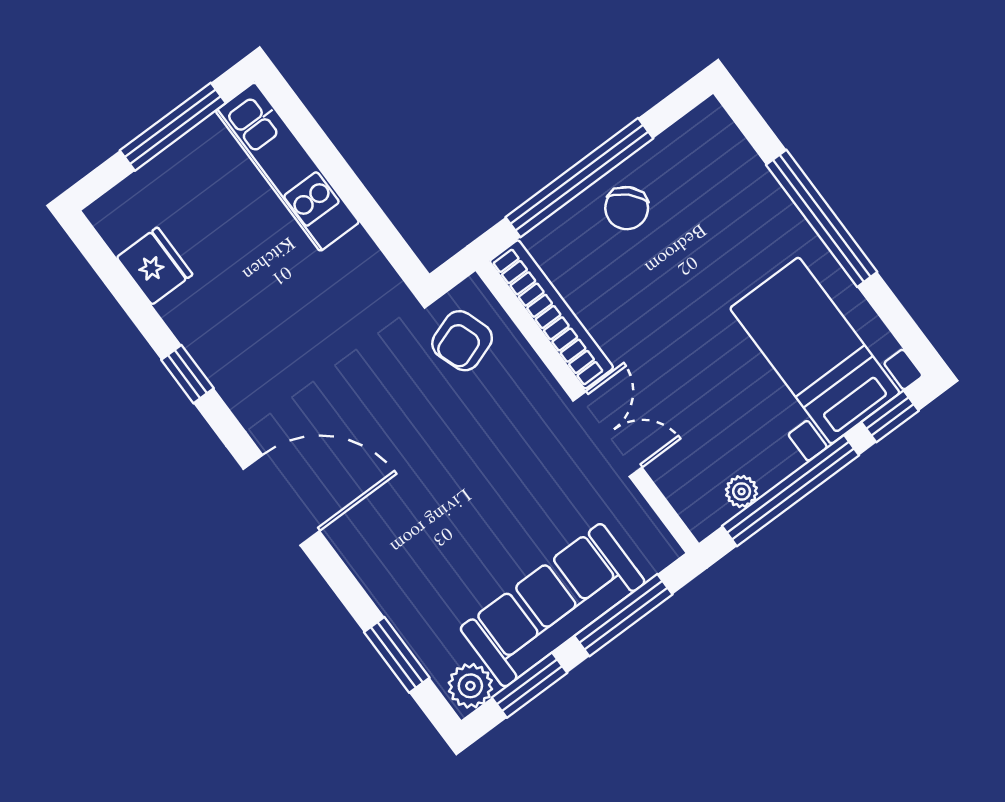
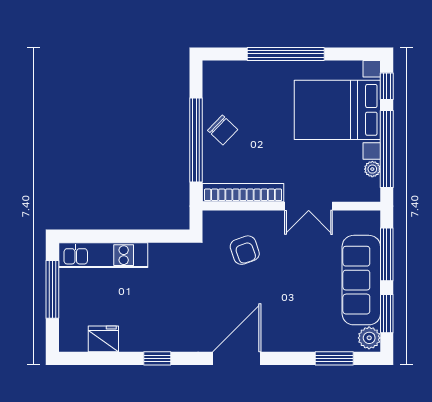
armchair: (462, 341) -> (245, 250), moved
bed with nightstands: (815, 351) -> (337, 110), width x1.36
double door: (607, 434) -> (309, 206), swing flipped

